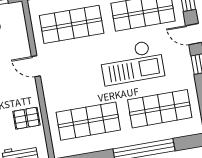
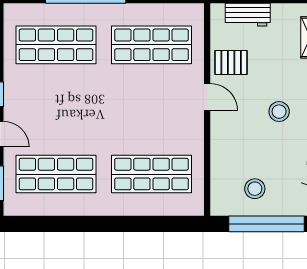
checkout: (132, 63) -> (82, 111), removed
door: (36, 66) -> (207, 97), moved

